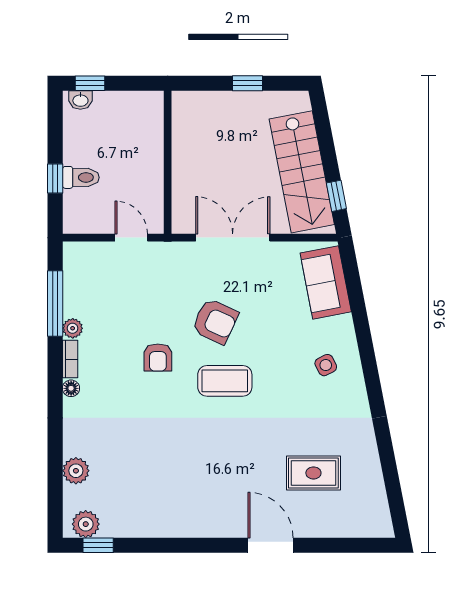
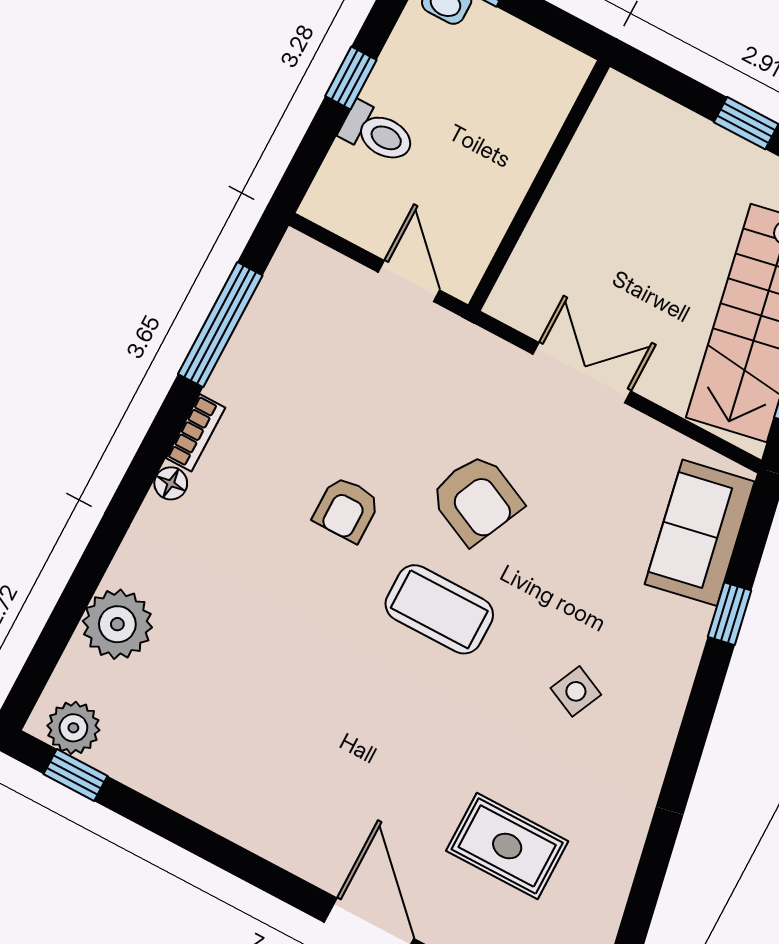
window: (55, 178) -> (351, 78), moved
double door: (233, 238) -> (582, 373), width x0.73
window: (359, 312) -> (729, 614), added
plant: (73, 328) -> (227, 383), removed
side table: (326, 365) -> (576, 691), moved, turned -38
plant: (76, 471) -> (117, 624), width x1.36, depth x1.36

